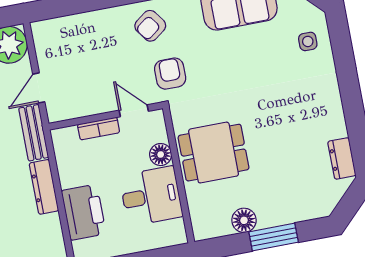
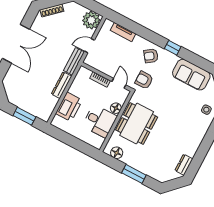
tv unit: (75, 23) -> (123, 32), added
armchair: (170, 74) -> (144, 80), turned -90
dining table: (214, 153) -> (137, 123), width x1.38
floor lamp: (244, 220) -> (117, 153), moved

